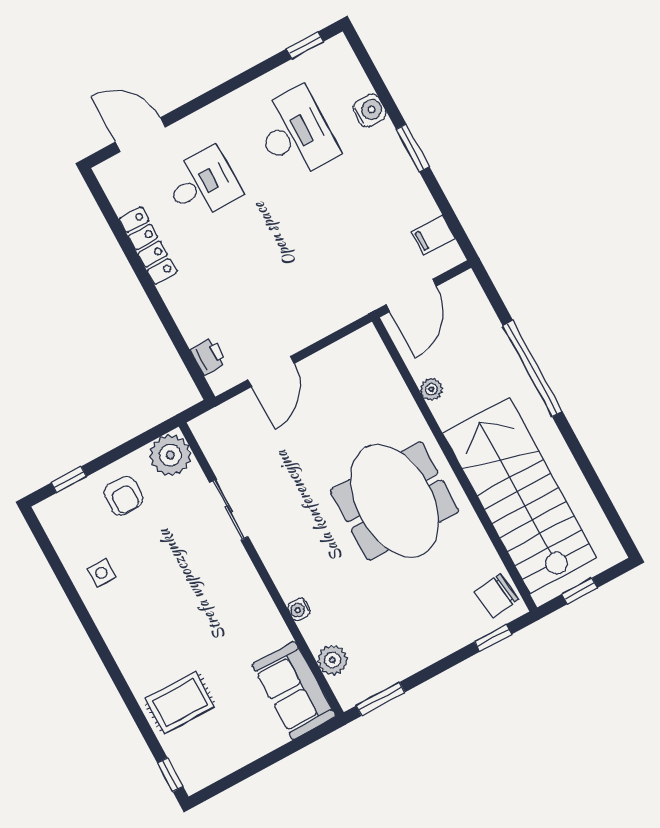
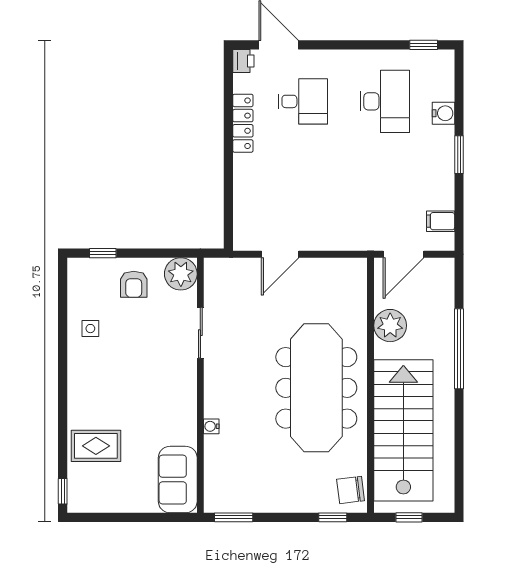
printer: (209, 356) -> (243, 61), moved
plant: (431, 389) -> (390, 326), width x1.88, depth x1.88
meeting table: (395, 501) -> (316, 388), width x1.36
plant: (333, 660) -> (215, 473), removed

